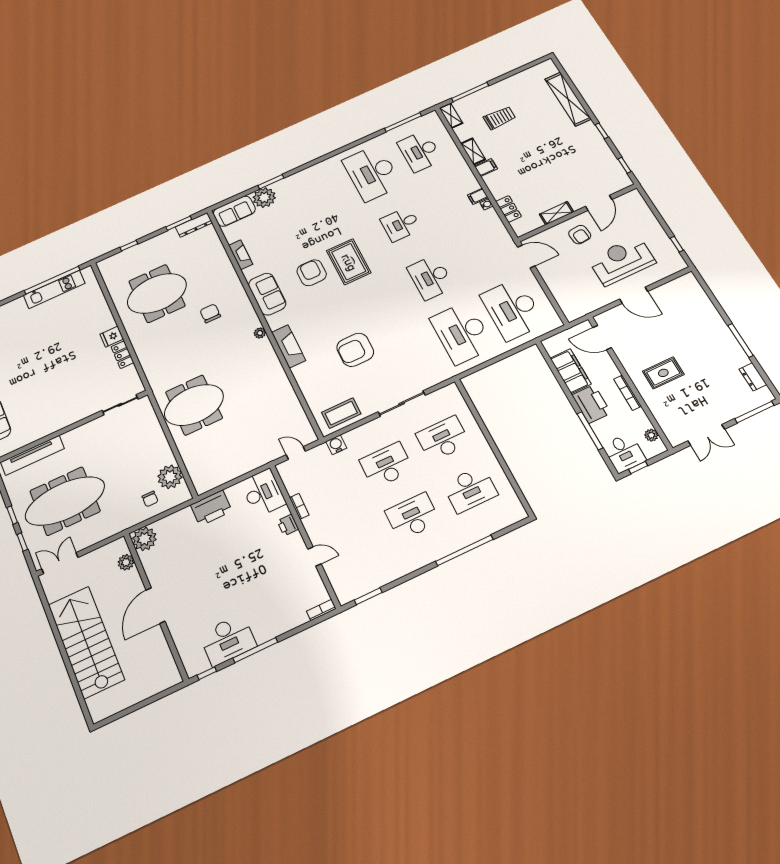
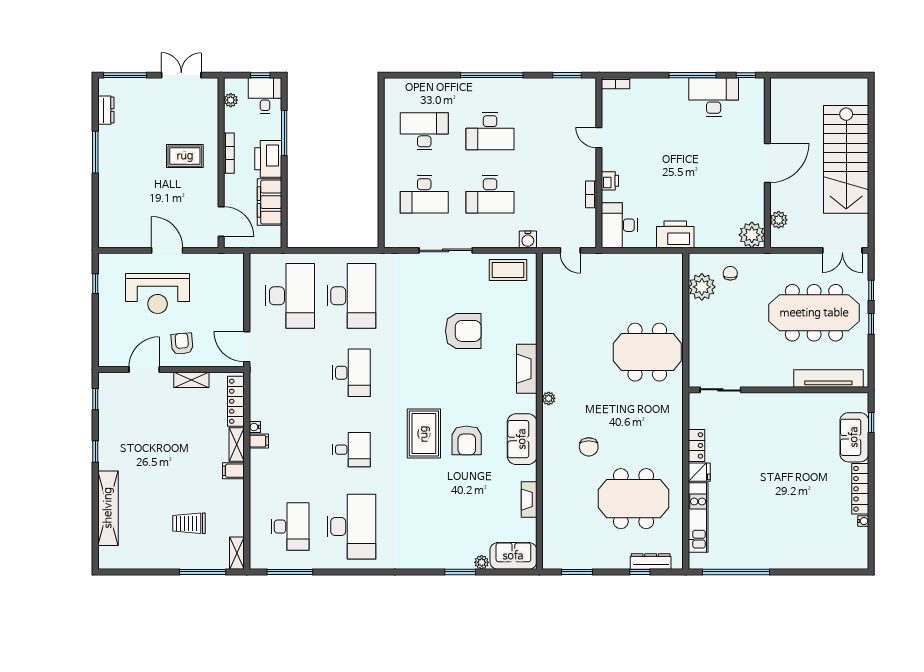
shelving: (473, 151) -> (237, 444), moved
plant: (264, 198) -> (482, 562), width x0.53, depth x0.53
locker: (509, 209) -> (236, 401), width x1.53
dresser: (194, 225) -> (651, 561), moved
kitchen unit: (54, 289) -> (698, 518), moved, turned 90
window: (464, 550) -> (492, 75), moved

